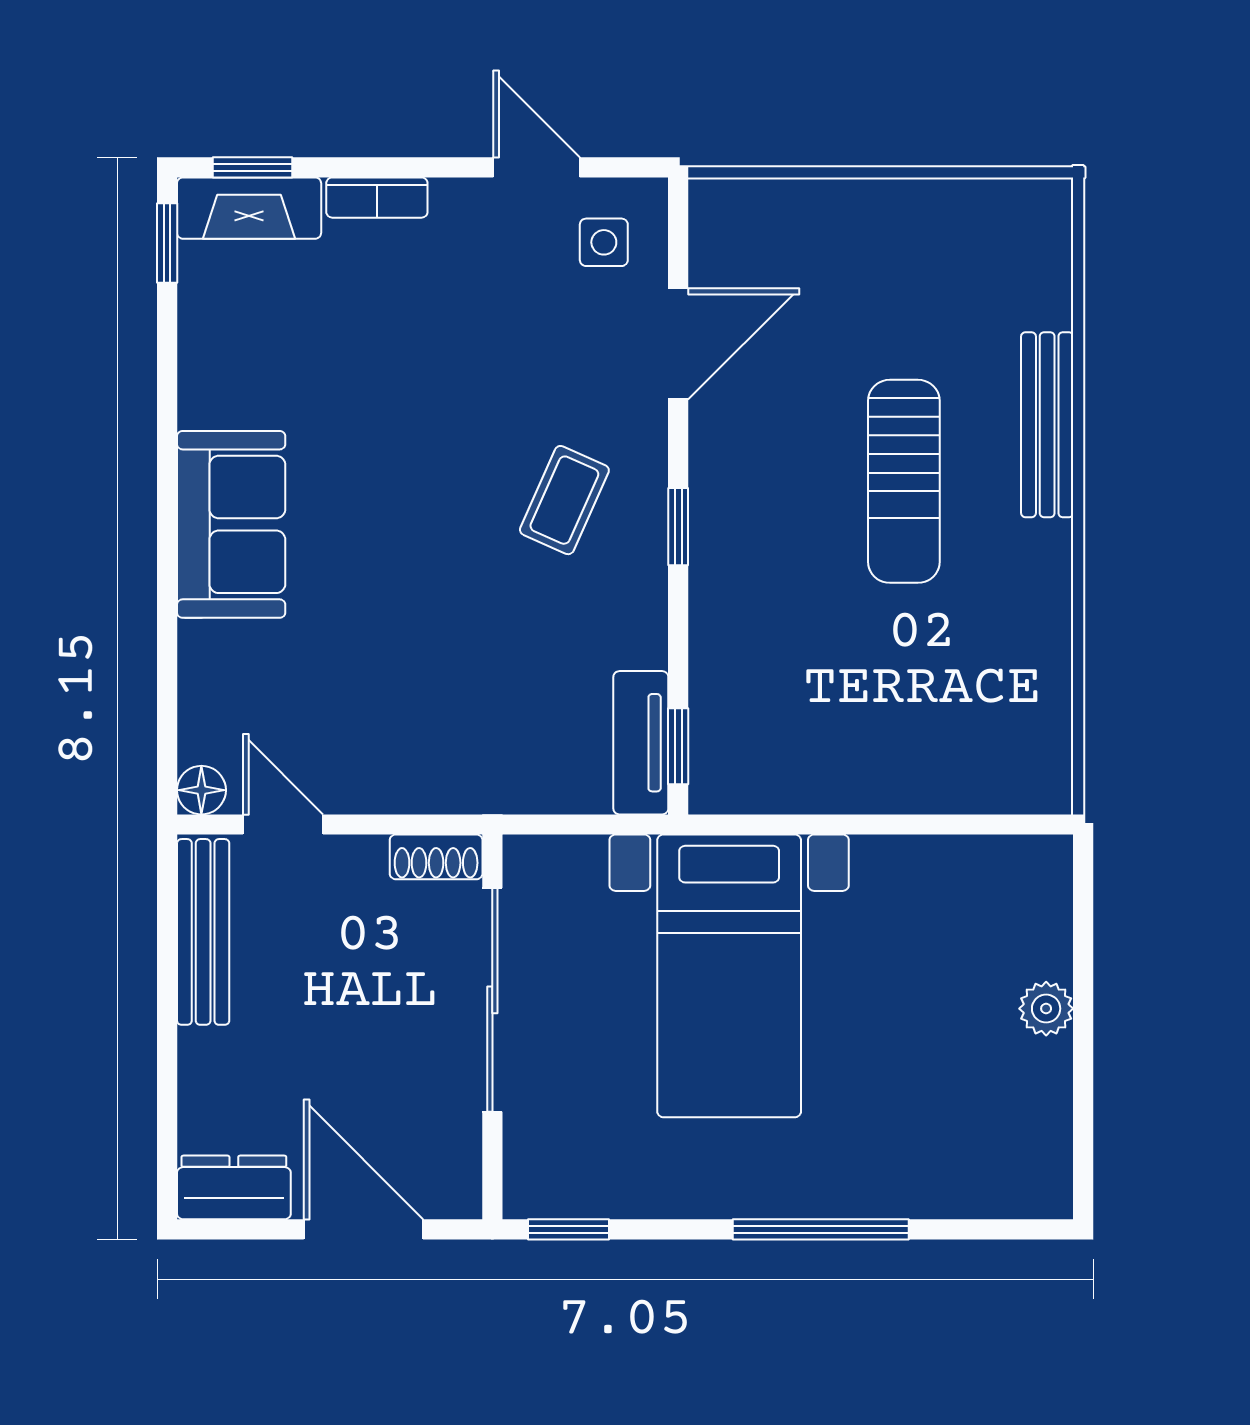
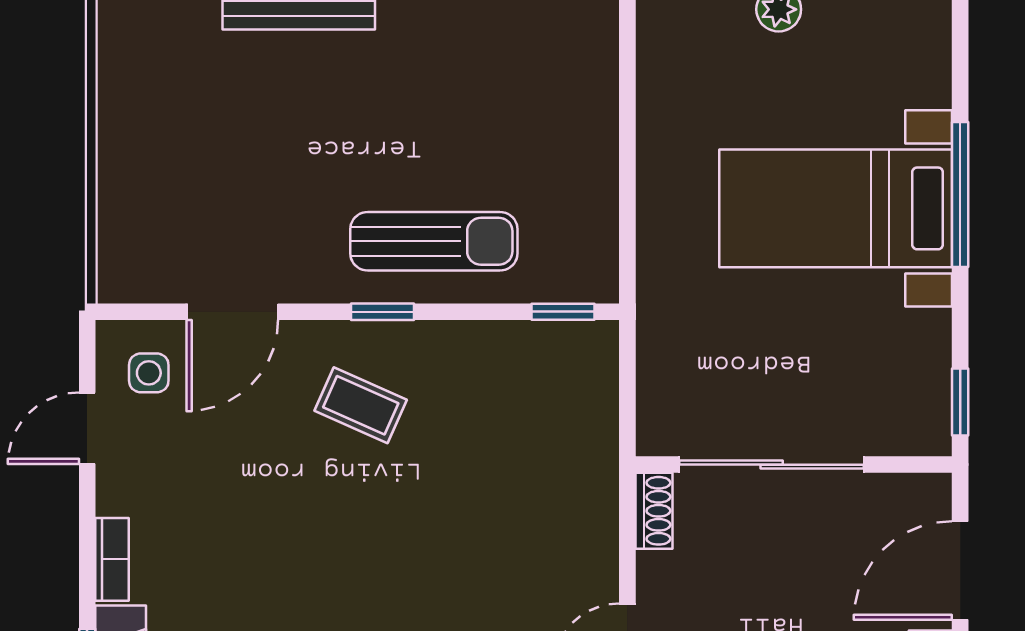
door: (678, 344) -> (232, 312), swing flipped
sun lounger: (904, 481) -> (434, 241), moved
tv unit: (641, 743) -> (560, 342), removed
bed with nightstands: (729, 976) -> (836, 208), moved, turned 180

